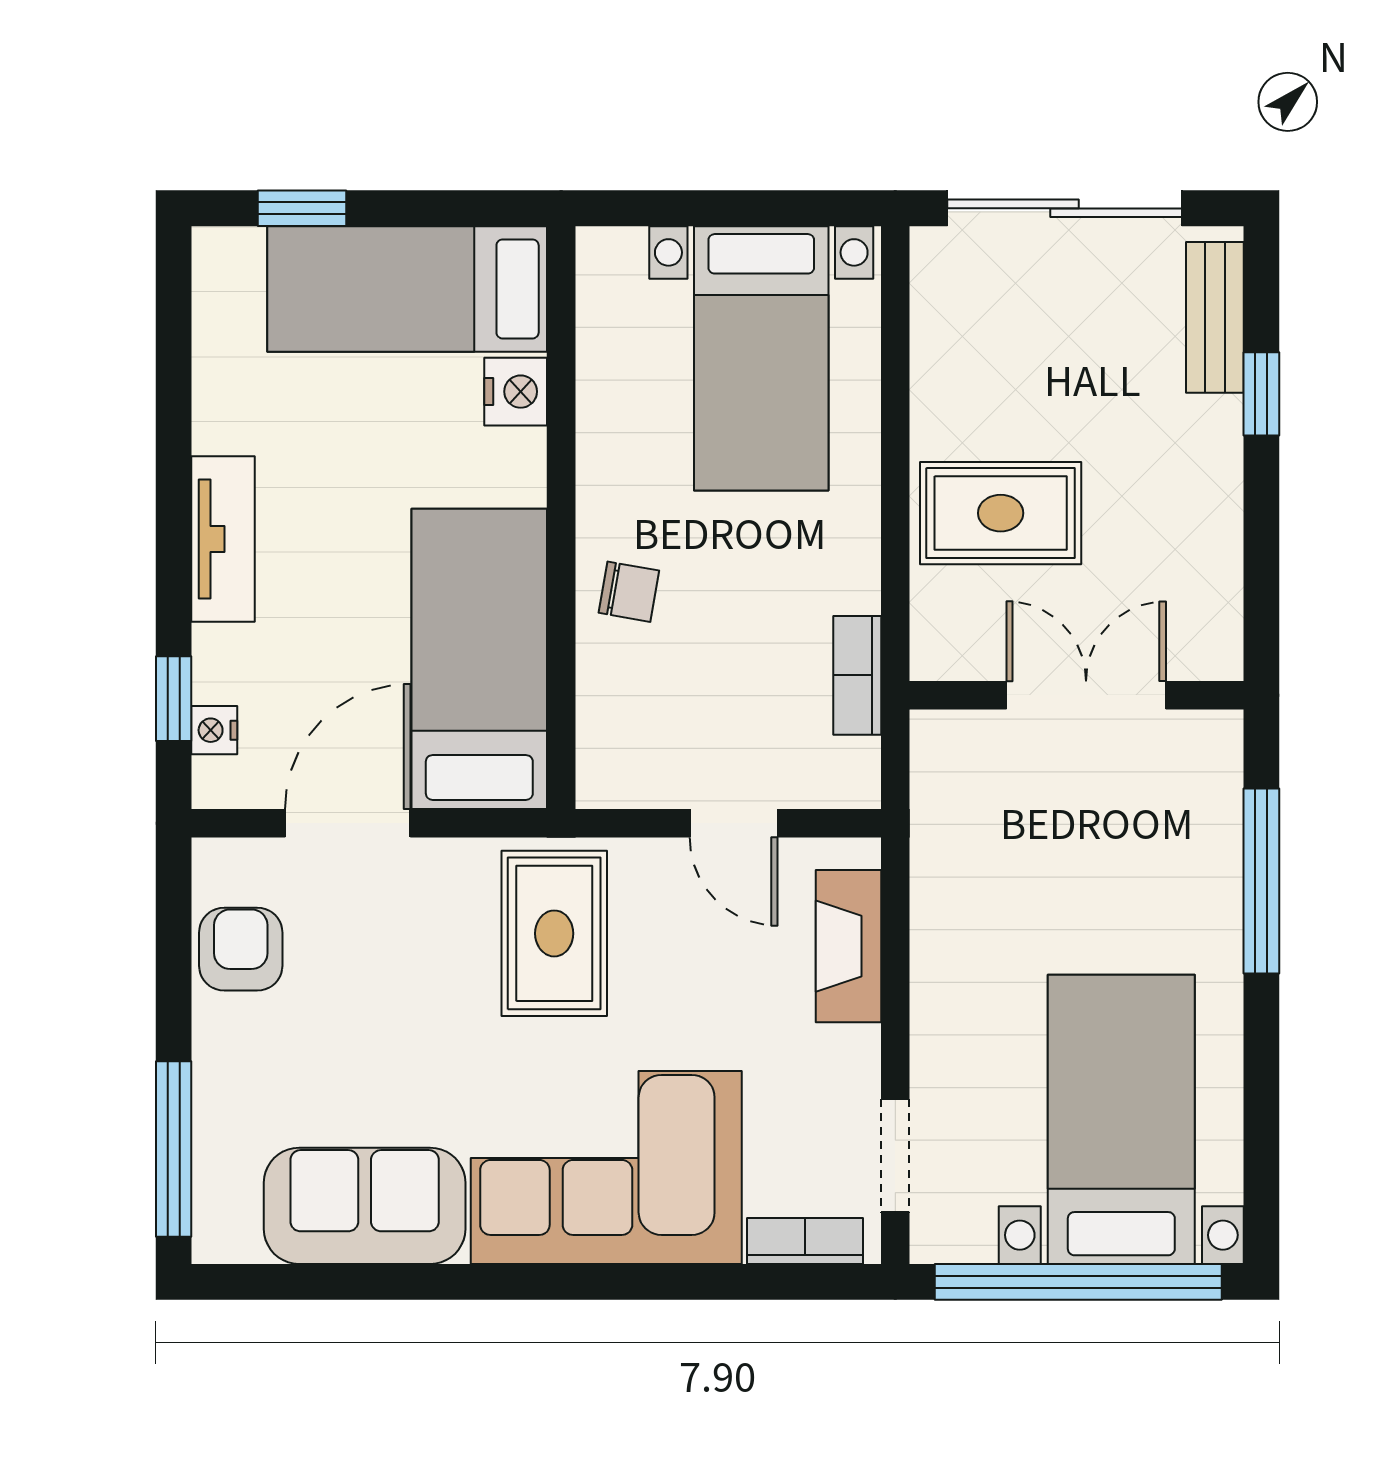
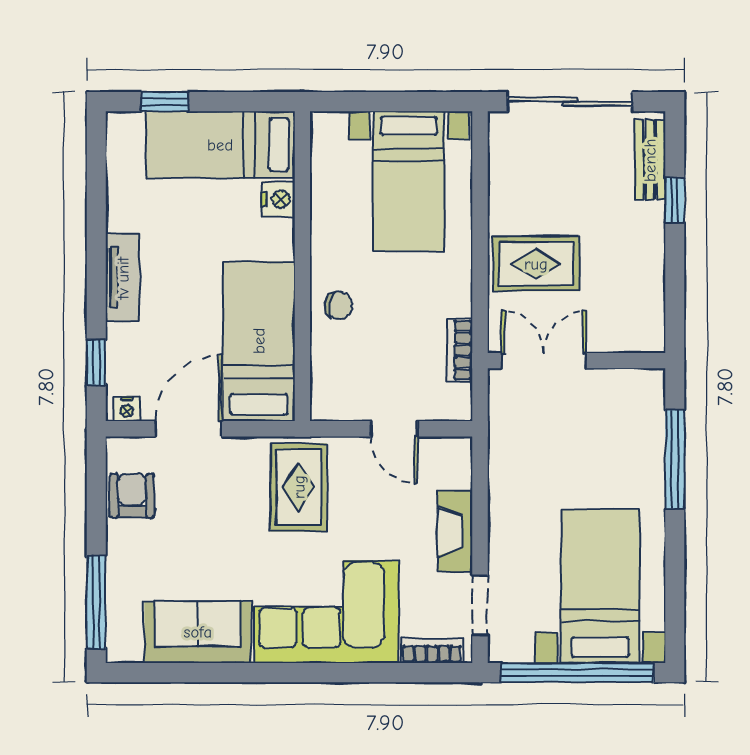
double door: (1086, 695) -> (544, 361), moved
nightstand: (214, 730) -> (127, 409), moved, turned -90
fireplace: (848, 946) -> (455, 531), moved

